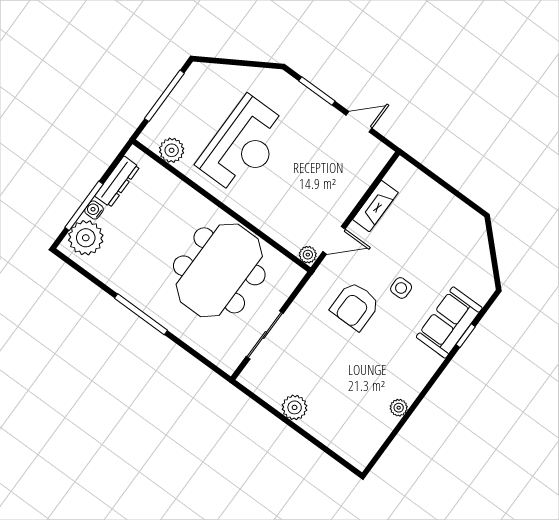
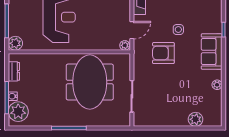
plant: (172, 150) -> (15, 43), moved
dresser: (117, 182) -> (14, 71), width x0.70
armchair: (355, 306) -> (163, 53), turned 90
sofa: (449, 323) -> (212, 52), moved
plant: (295, 407) -> (196, 119), moved

